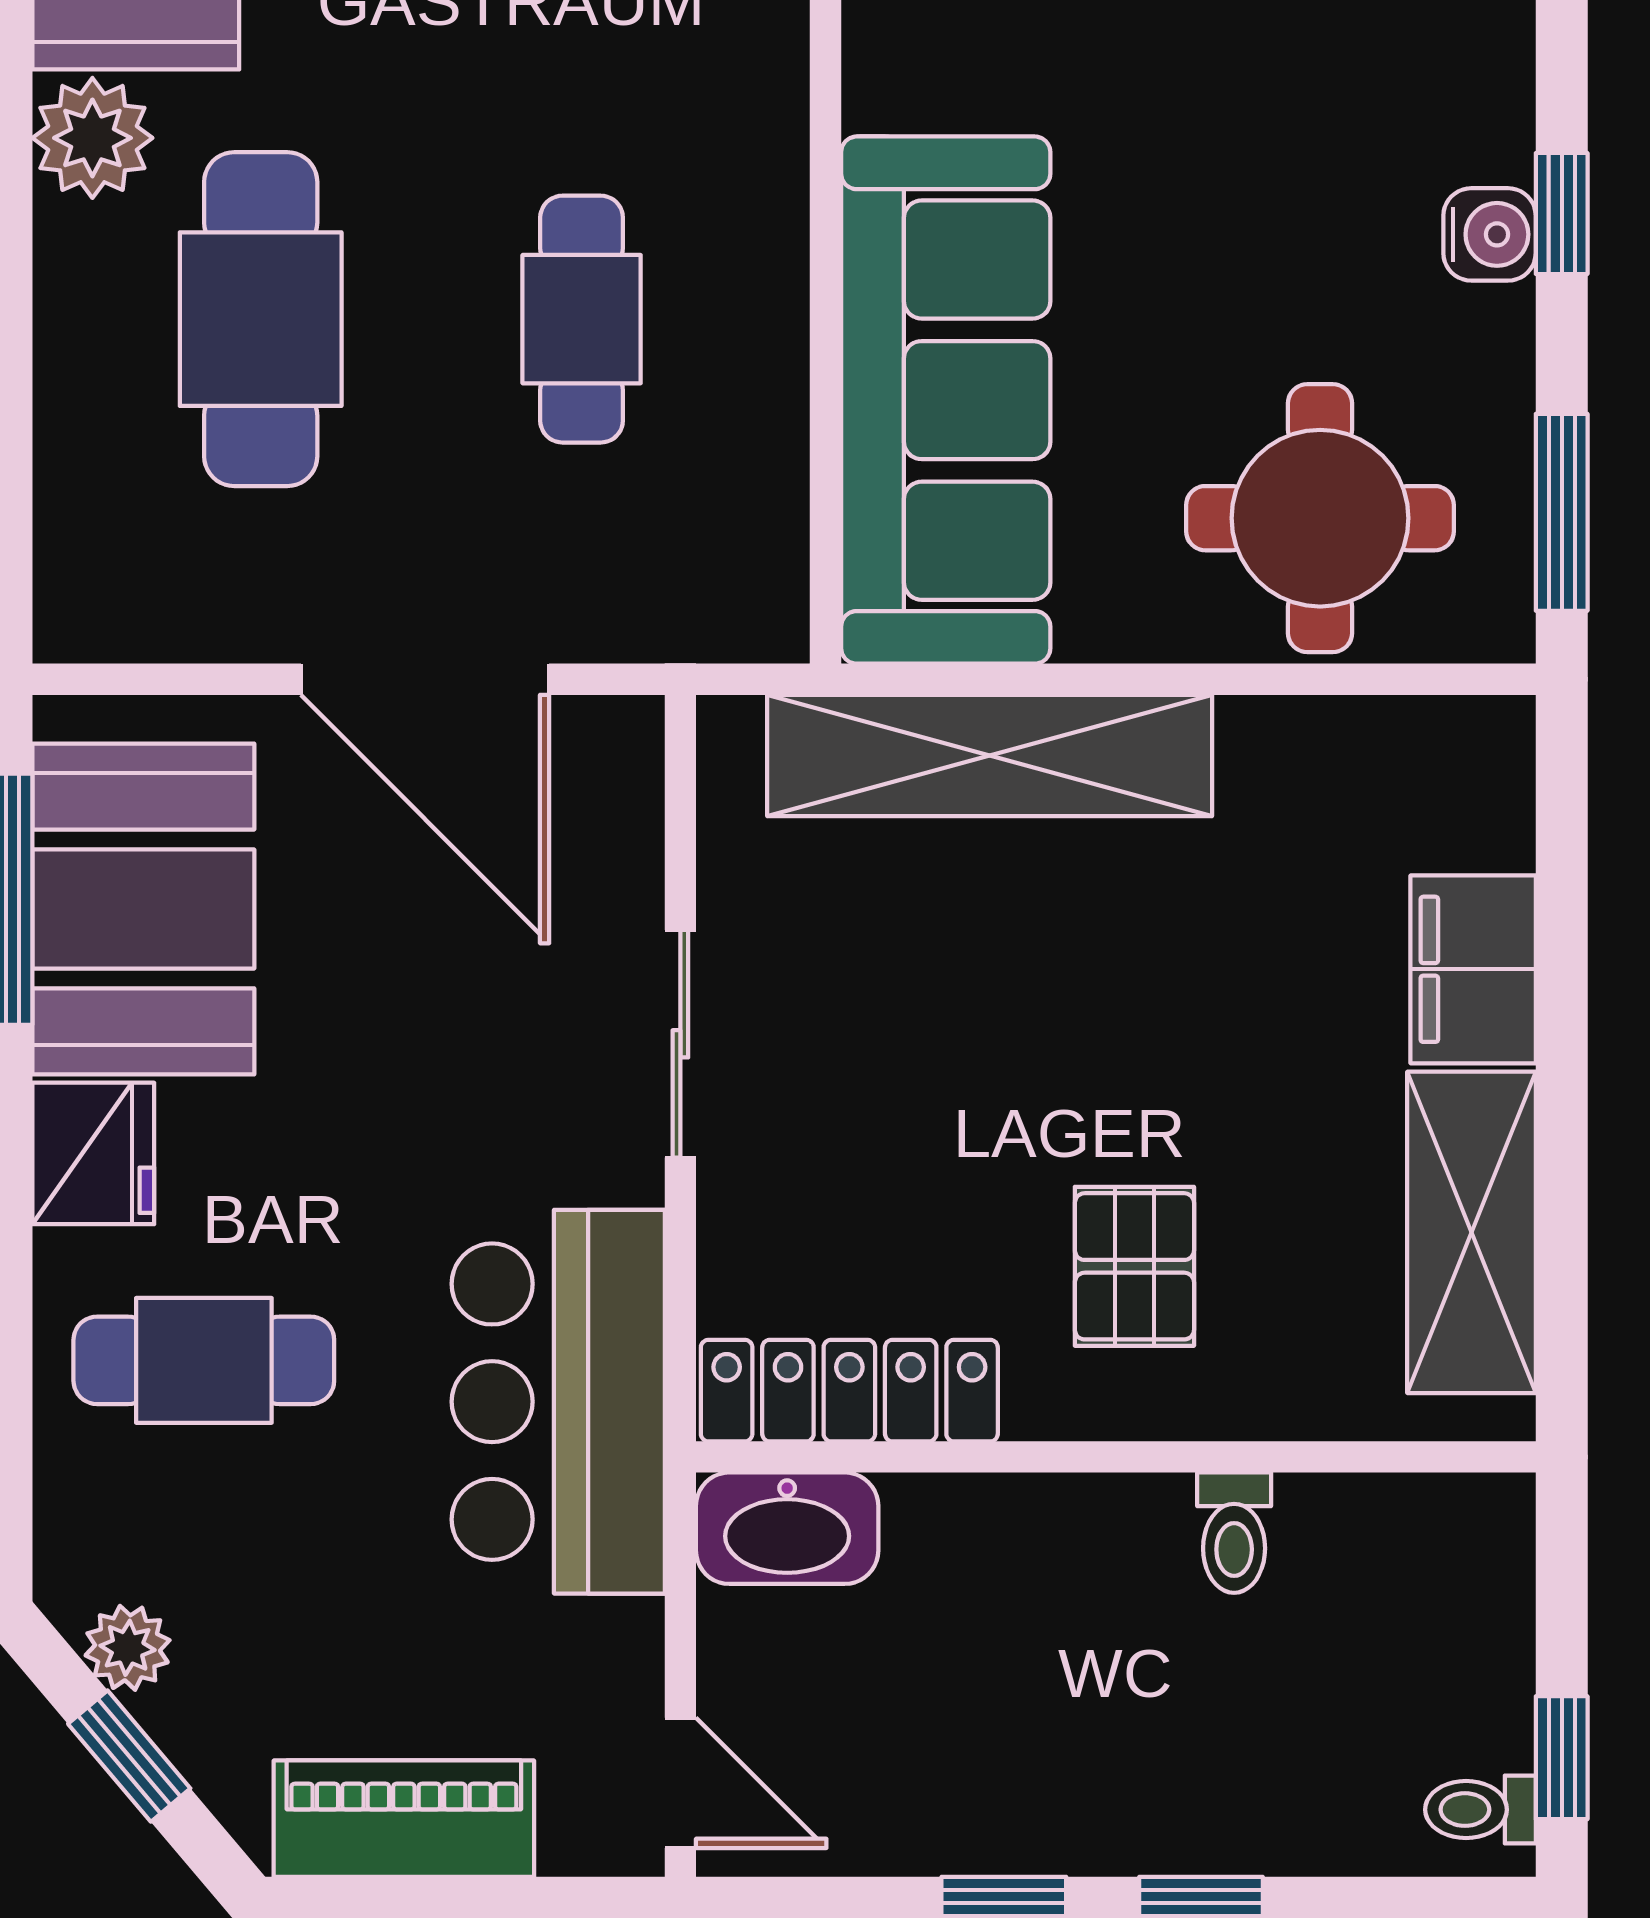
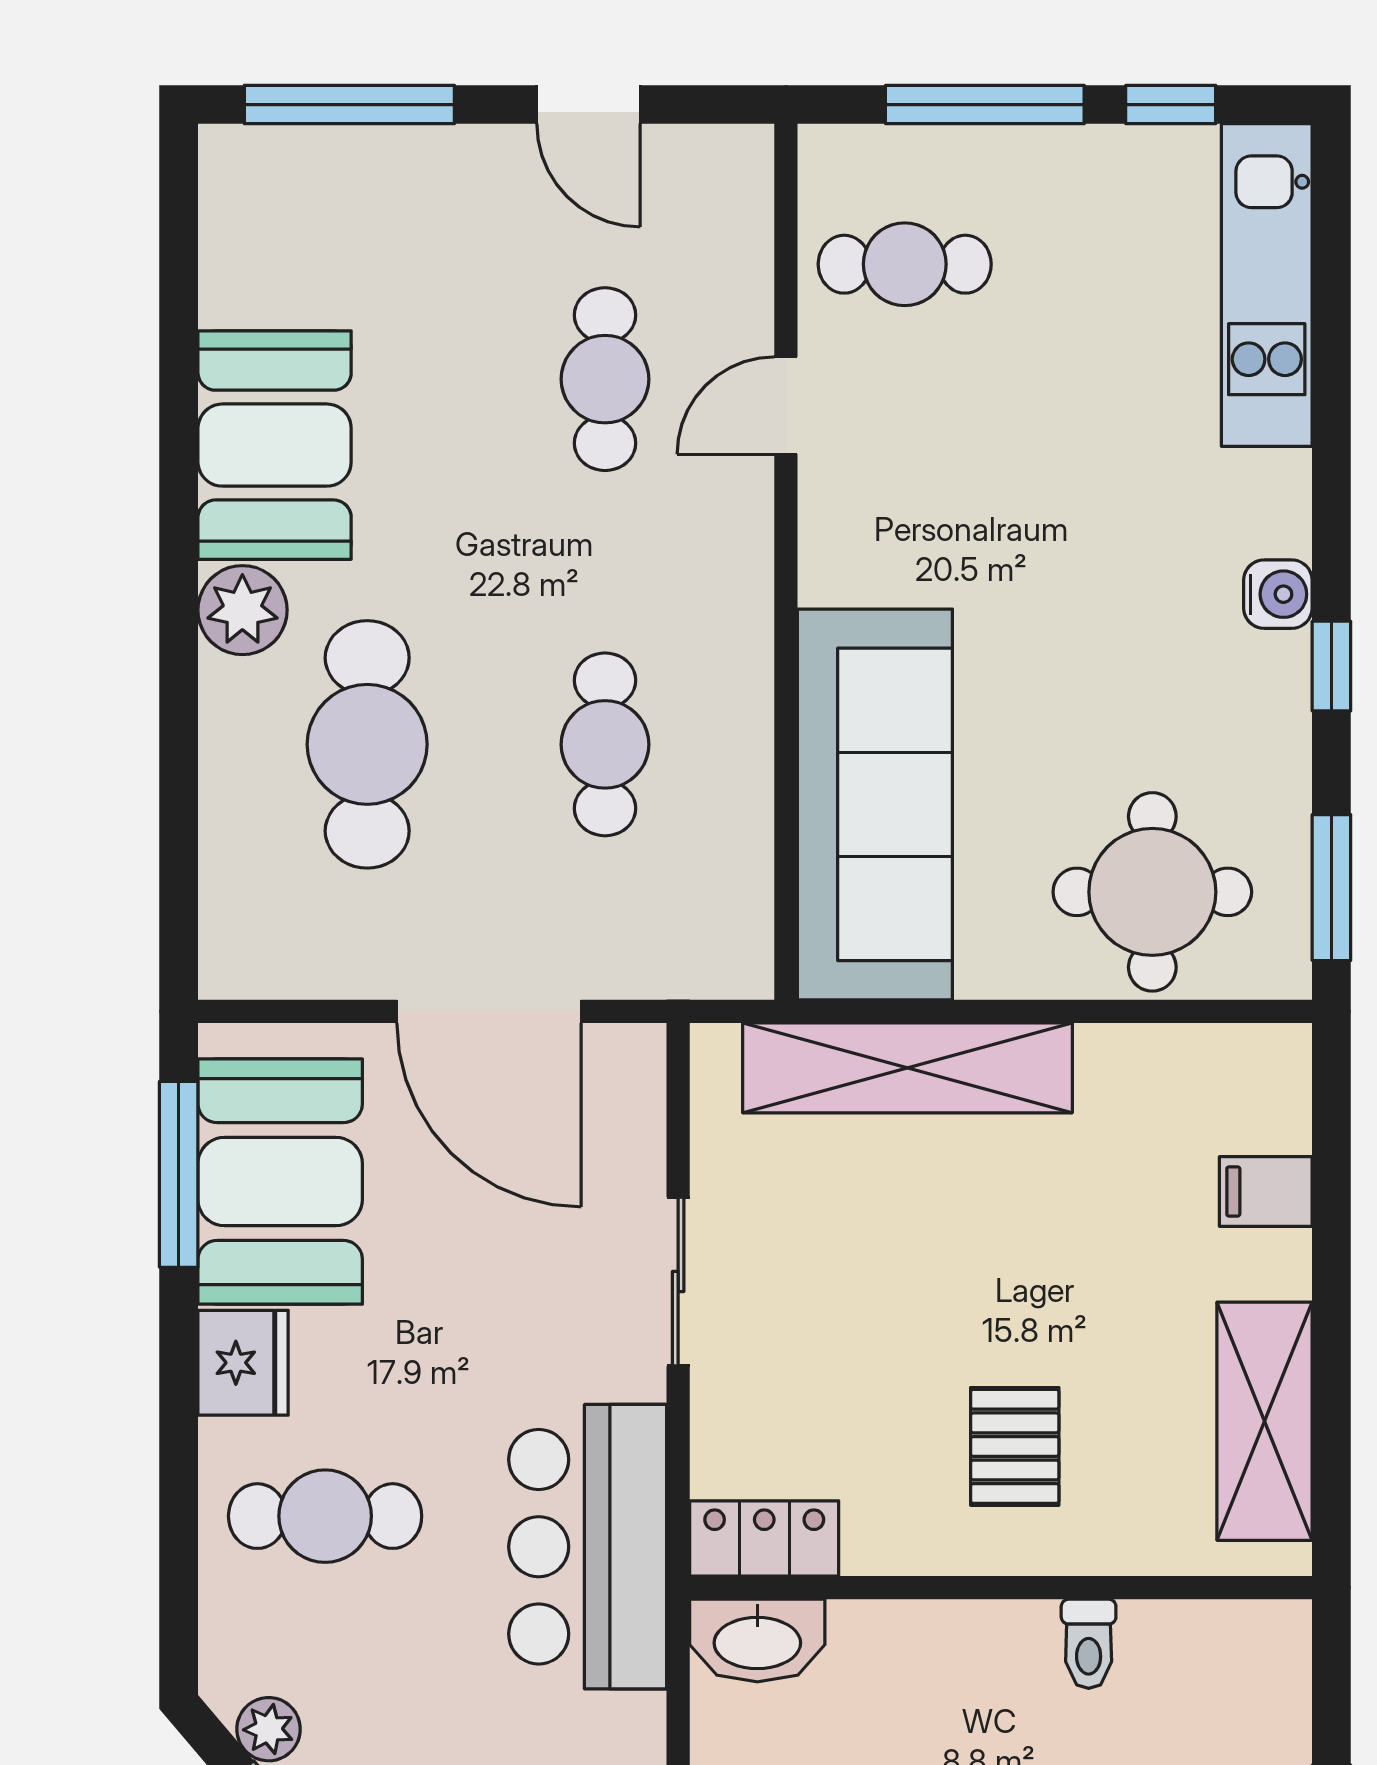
water cooler: (1490, 234) -> (1278, 594), moved
filing cabinet: (1473, 969) -> (1266, 1191), width x0.50
locker: (849, 1391) -> (764, 1539), width x0.66

